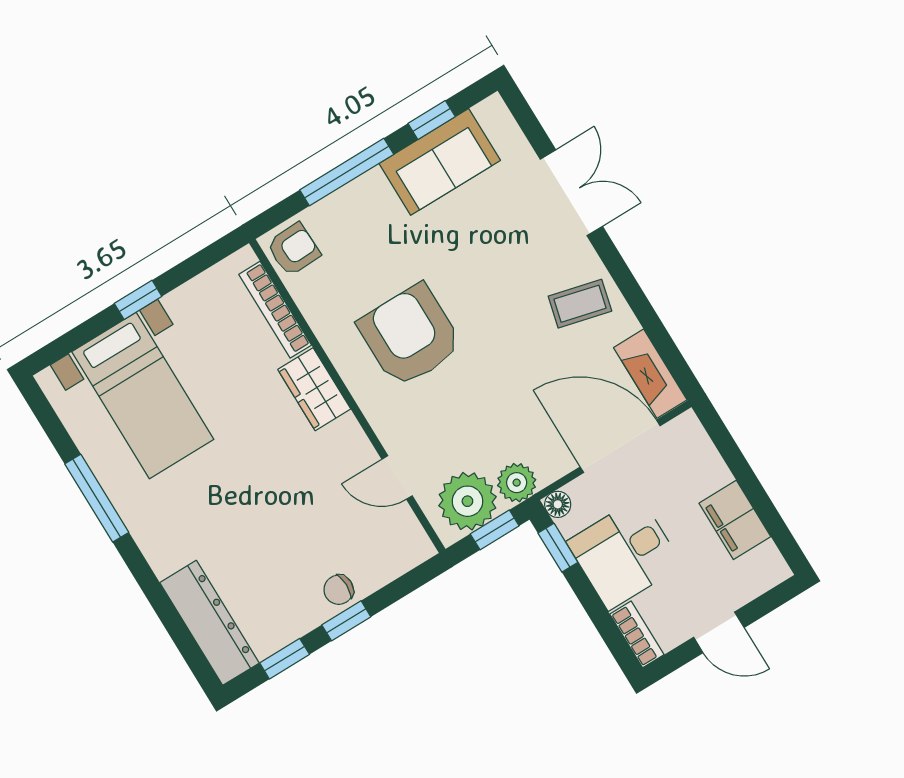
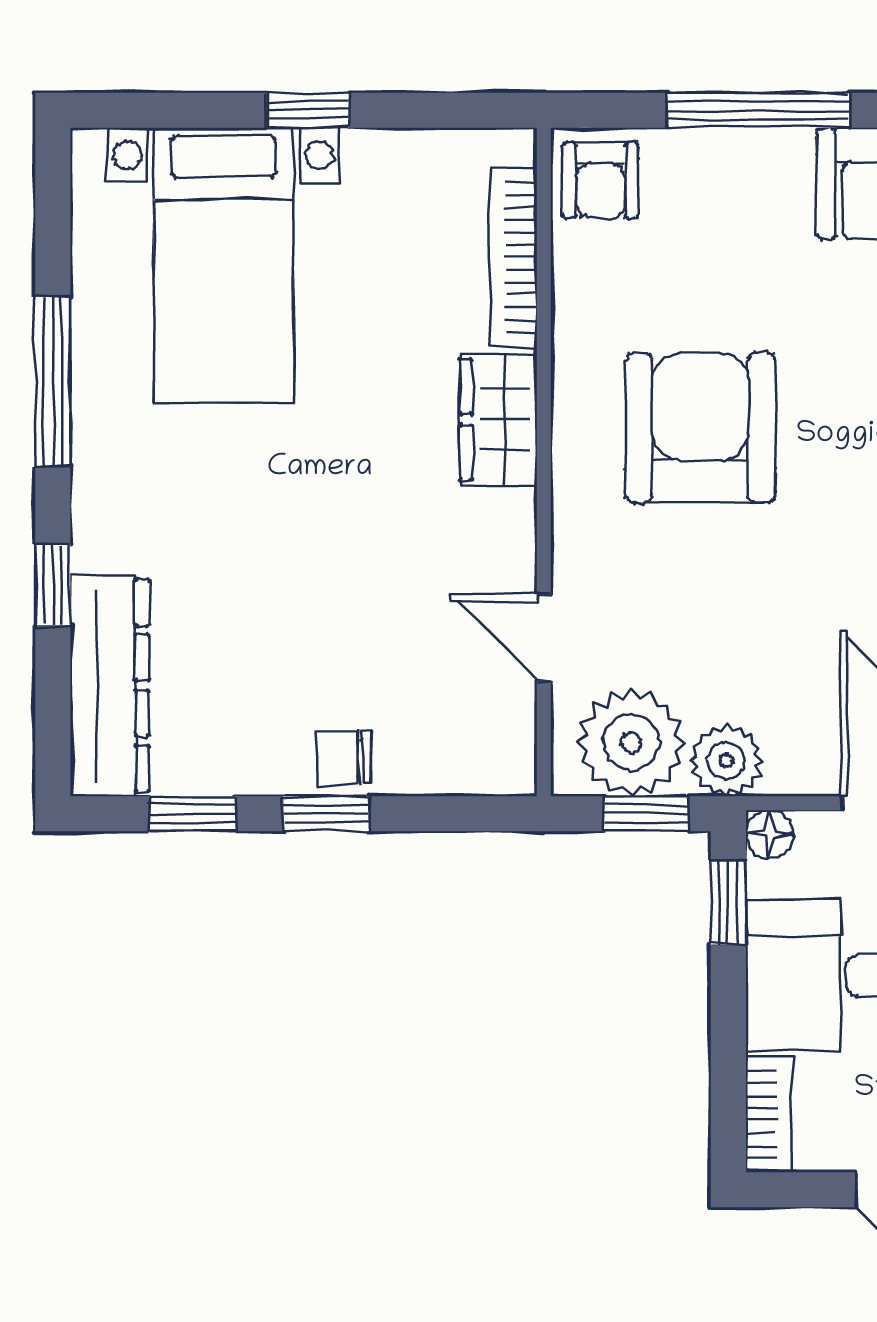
armchair: (294, 249) -> (600, 180), turned 92
window: (155, 592) -> (53, 585), added

